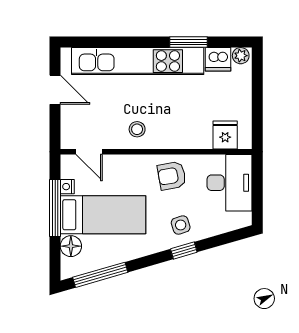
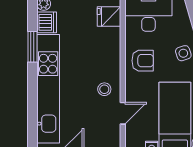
door: (89, 152) -> (123, 113), moved
armchair: (172, 176) -> (143, 61), turned -80

